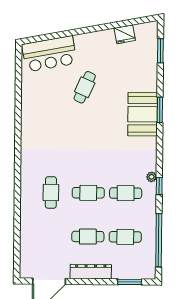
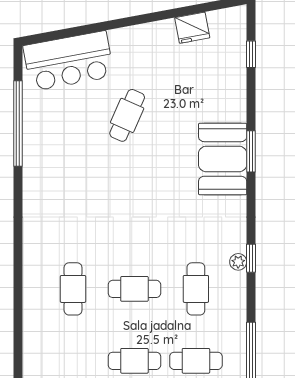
window: (160, 51) -> (251, 54), width x0.67
window: (18, 92) -> (18, 123), added
window: (159, 186) -> (251, 258), moved
cafe table: (126, 193) -> (196, 289), turned 90

